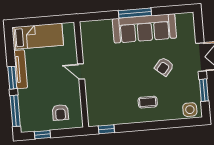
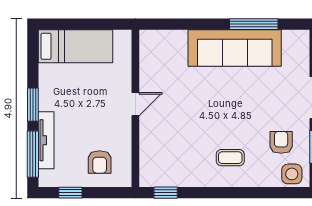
window: (135, 13) -> (254, 24), moved
armchair: (164, 67) -> (281, 142), moved, turned 140
tv unit: (21, 69) -> (46, 140), moved
door: (81, 72) -> (135, 104), swing flipped

